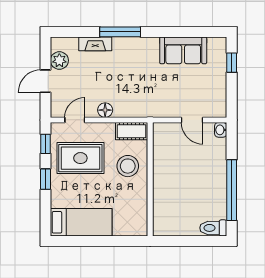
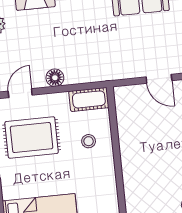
stool: (128, 166) -> (89, 141), width x0.53, depth x0.53

